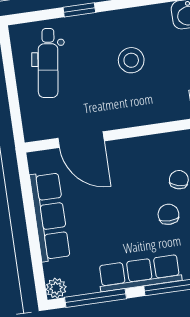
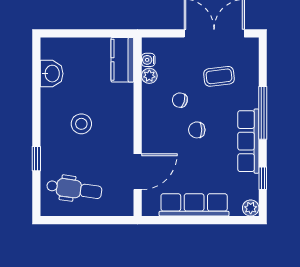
chair: (168, 214) -> (197, 130), moved
window: (96, 298) -> (263, 178), width x0.46

